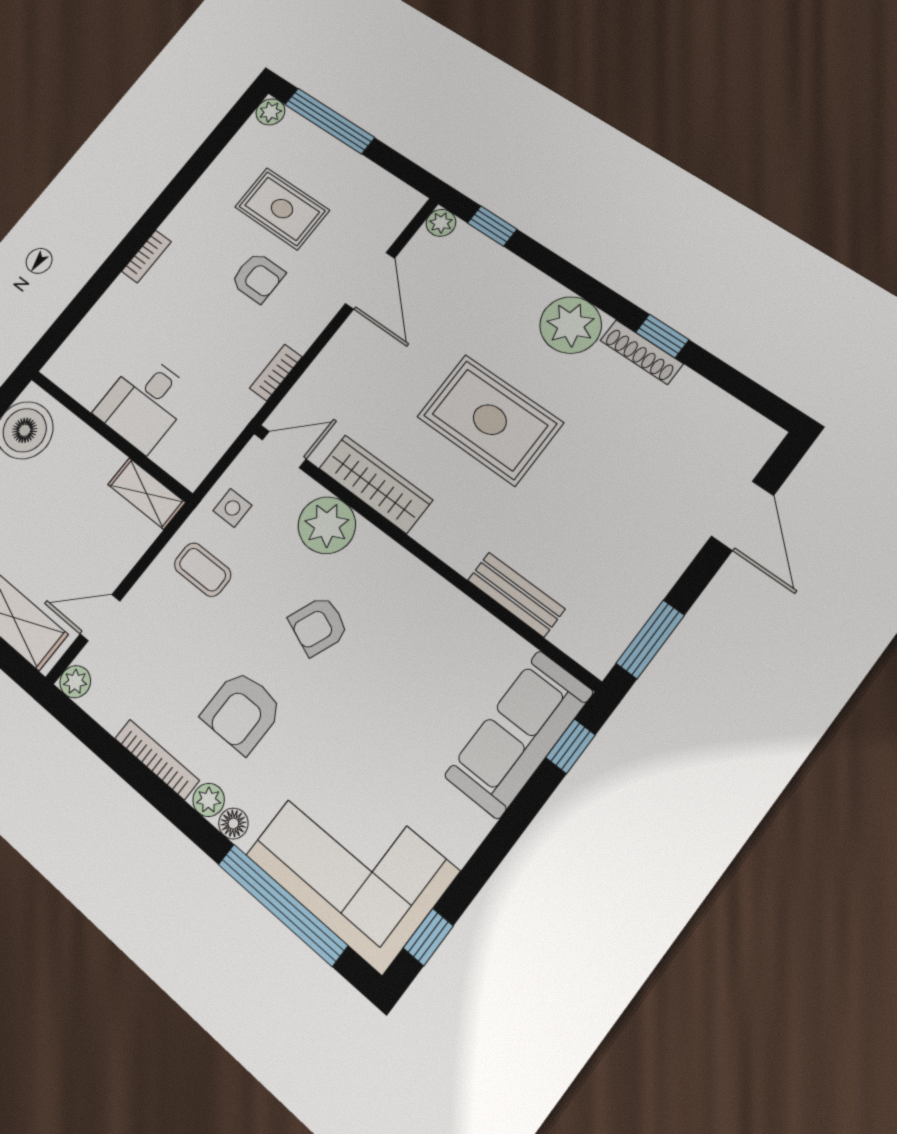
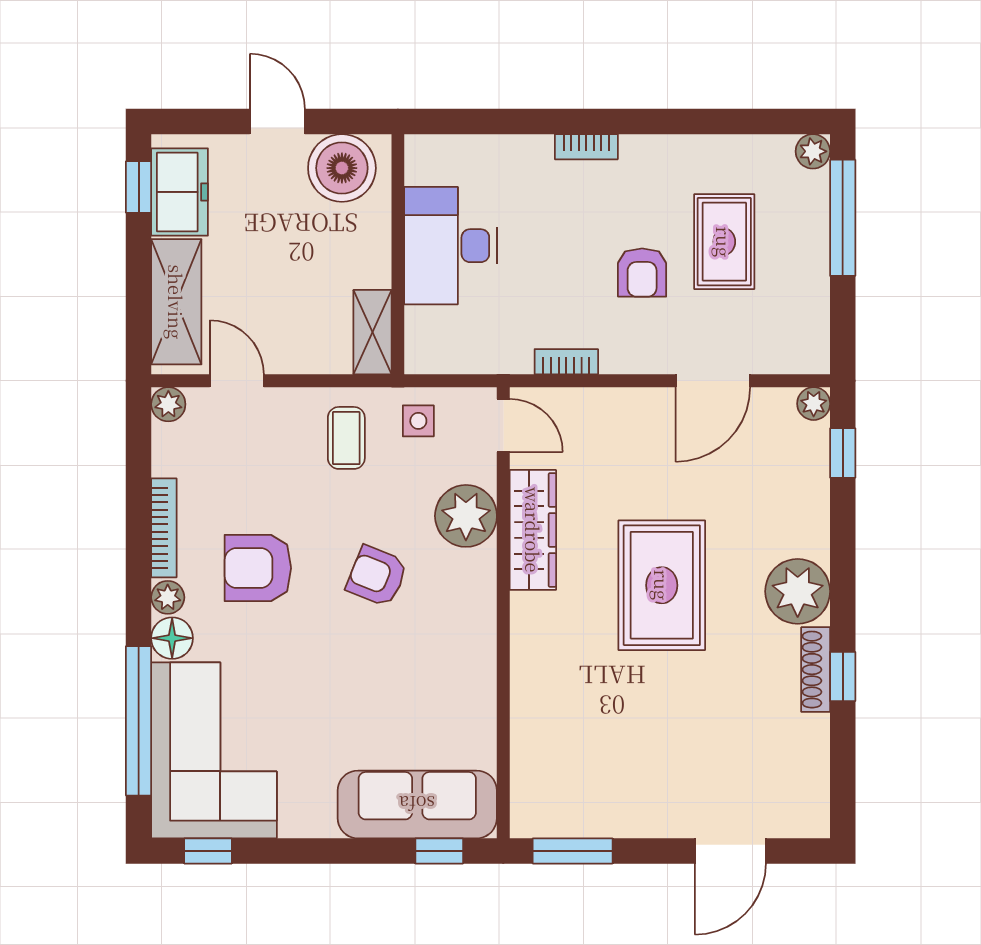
desk: (145, 403) -> (450, 246), width x1.37
bench: (516, 595) -> (528, 719), removed
floor lamp: (233, 823) -> (172, 638), width x1.37, depth x1.37

